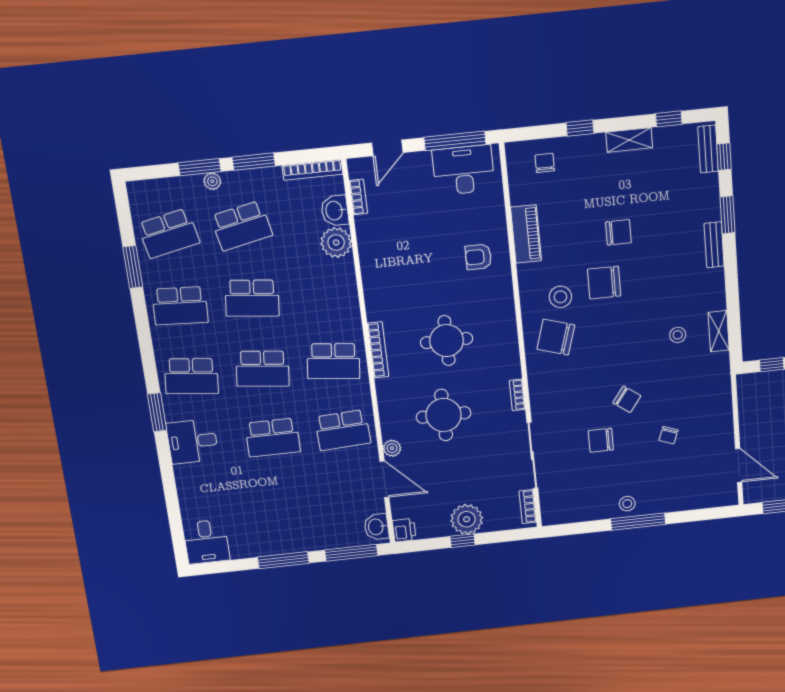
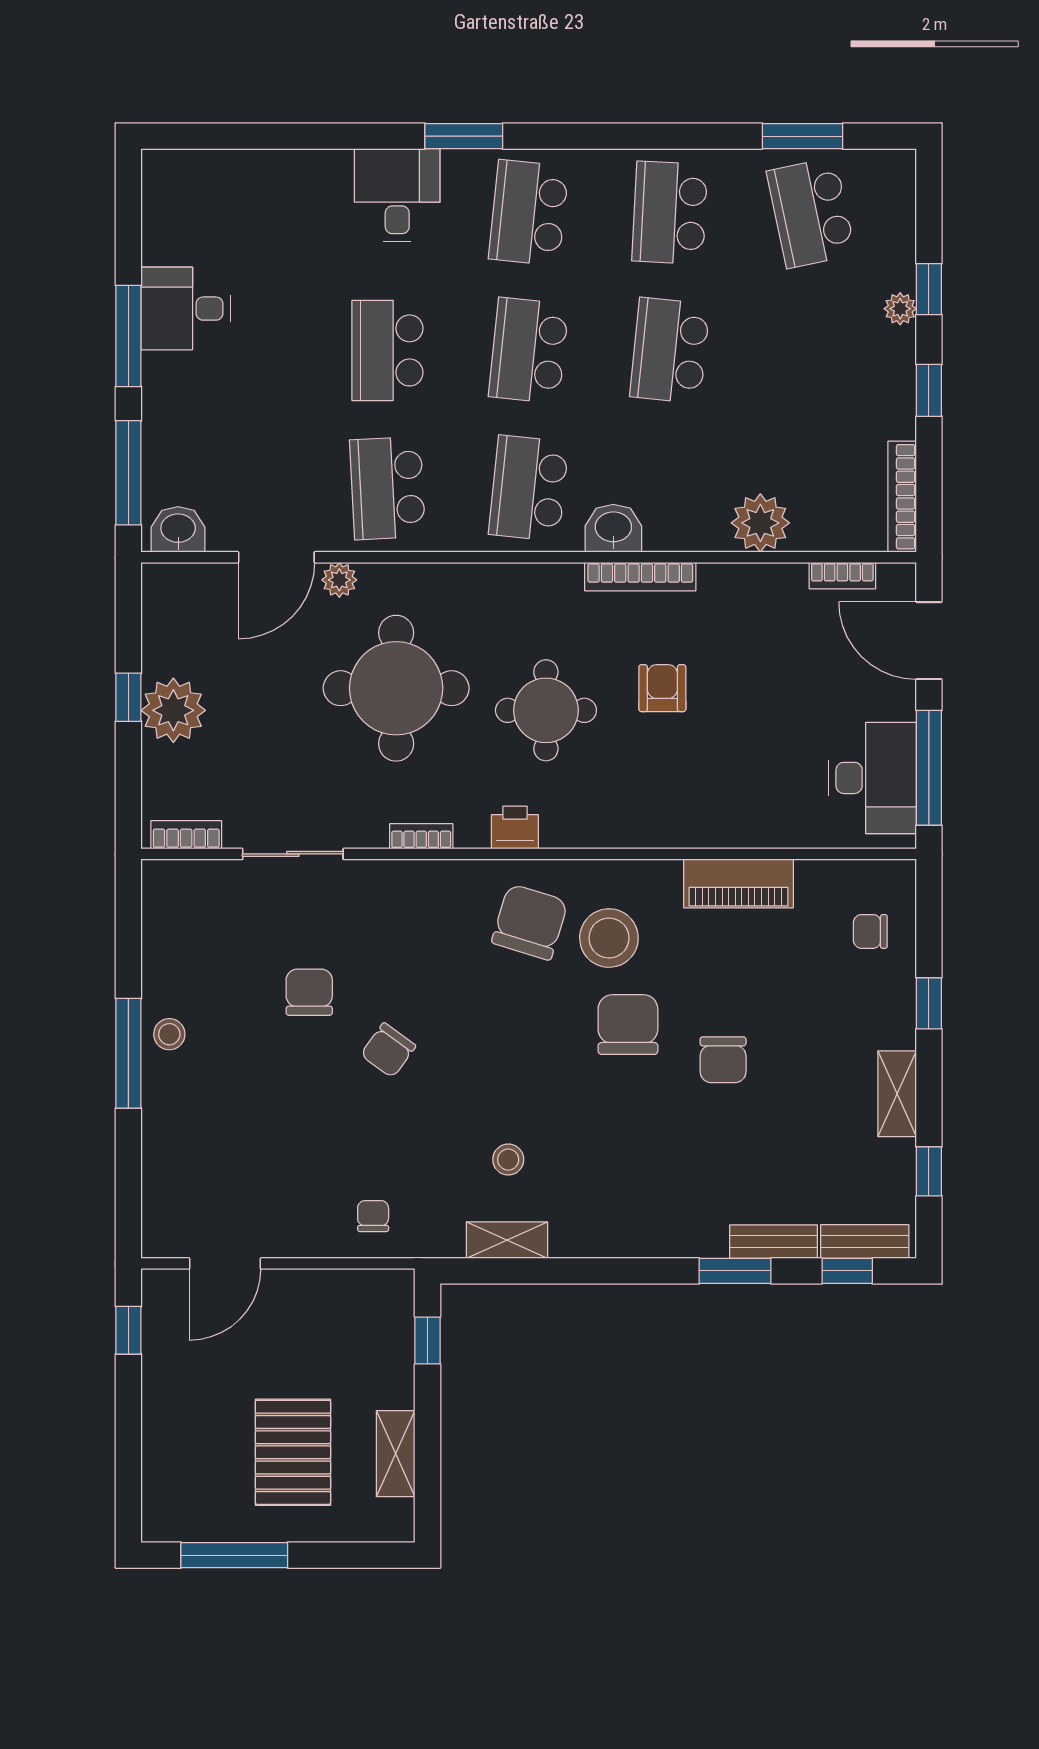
door: (387, 148) -> (929, 641), width x1.38
window: (254, 162) -> (929, 390), width x0.67
chair: (545, 163) -> (870, 931), turned 180
window: (200, 167) -> (929, 289), width x0.67
washbasin: (335, 211) -> (613, 528), moved
school desk: (241, 226) -> (811, 350), removed
bench: (714, 245) -> (774, 1242), moved
armchair: (478, 257) -> (662, 688), moved
window: (133, 267) -> (802, 136), moved
stool: (560, 297) -> (609, 938), width x1.38, depth x1.38
bookcase: (378, 350) -> (640, 577), moved
round table: (444, 415) -> (396, 688), width x1.36, depth x1.36
chair: (668, 435) -> (373, 1216), moved, turned 70
sliding door: (532, 455) -> (293, 854), width x0.73
printer: (404, 530) -> (515, 828), moved, turned 180
desk: (206, 542) -> (185, 309), moved

